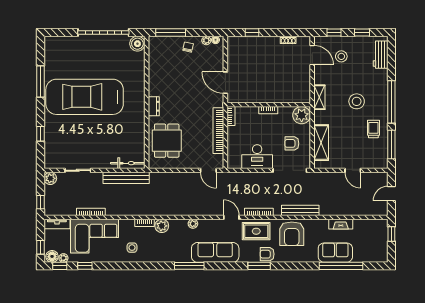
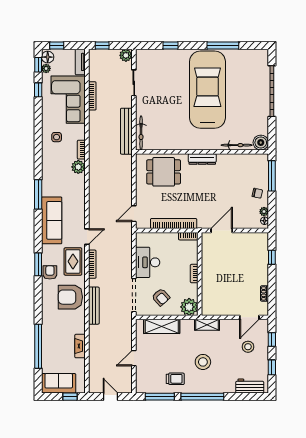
garage door: (103, 33) -> (272, 91), moved
bicycle: (140, 68) -> (237, 145), added
dresser: (154, 106) -> (202, 159), width x1.44
armchair: (292, 143) -> (161, 297), turned 138
plant: (193, 224) -> (80, 198), removed
sofa: (335, 253) -> (59, 383), moved, turned -90

